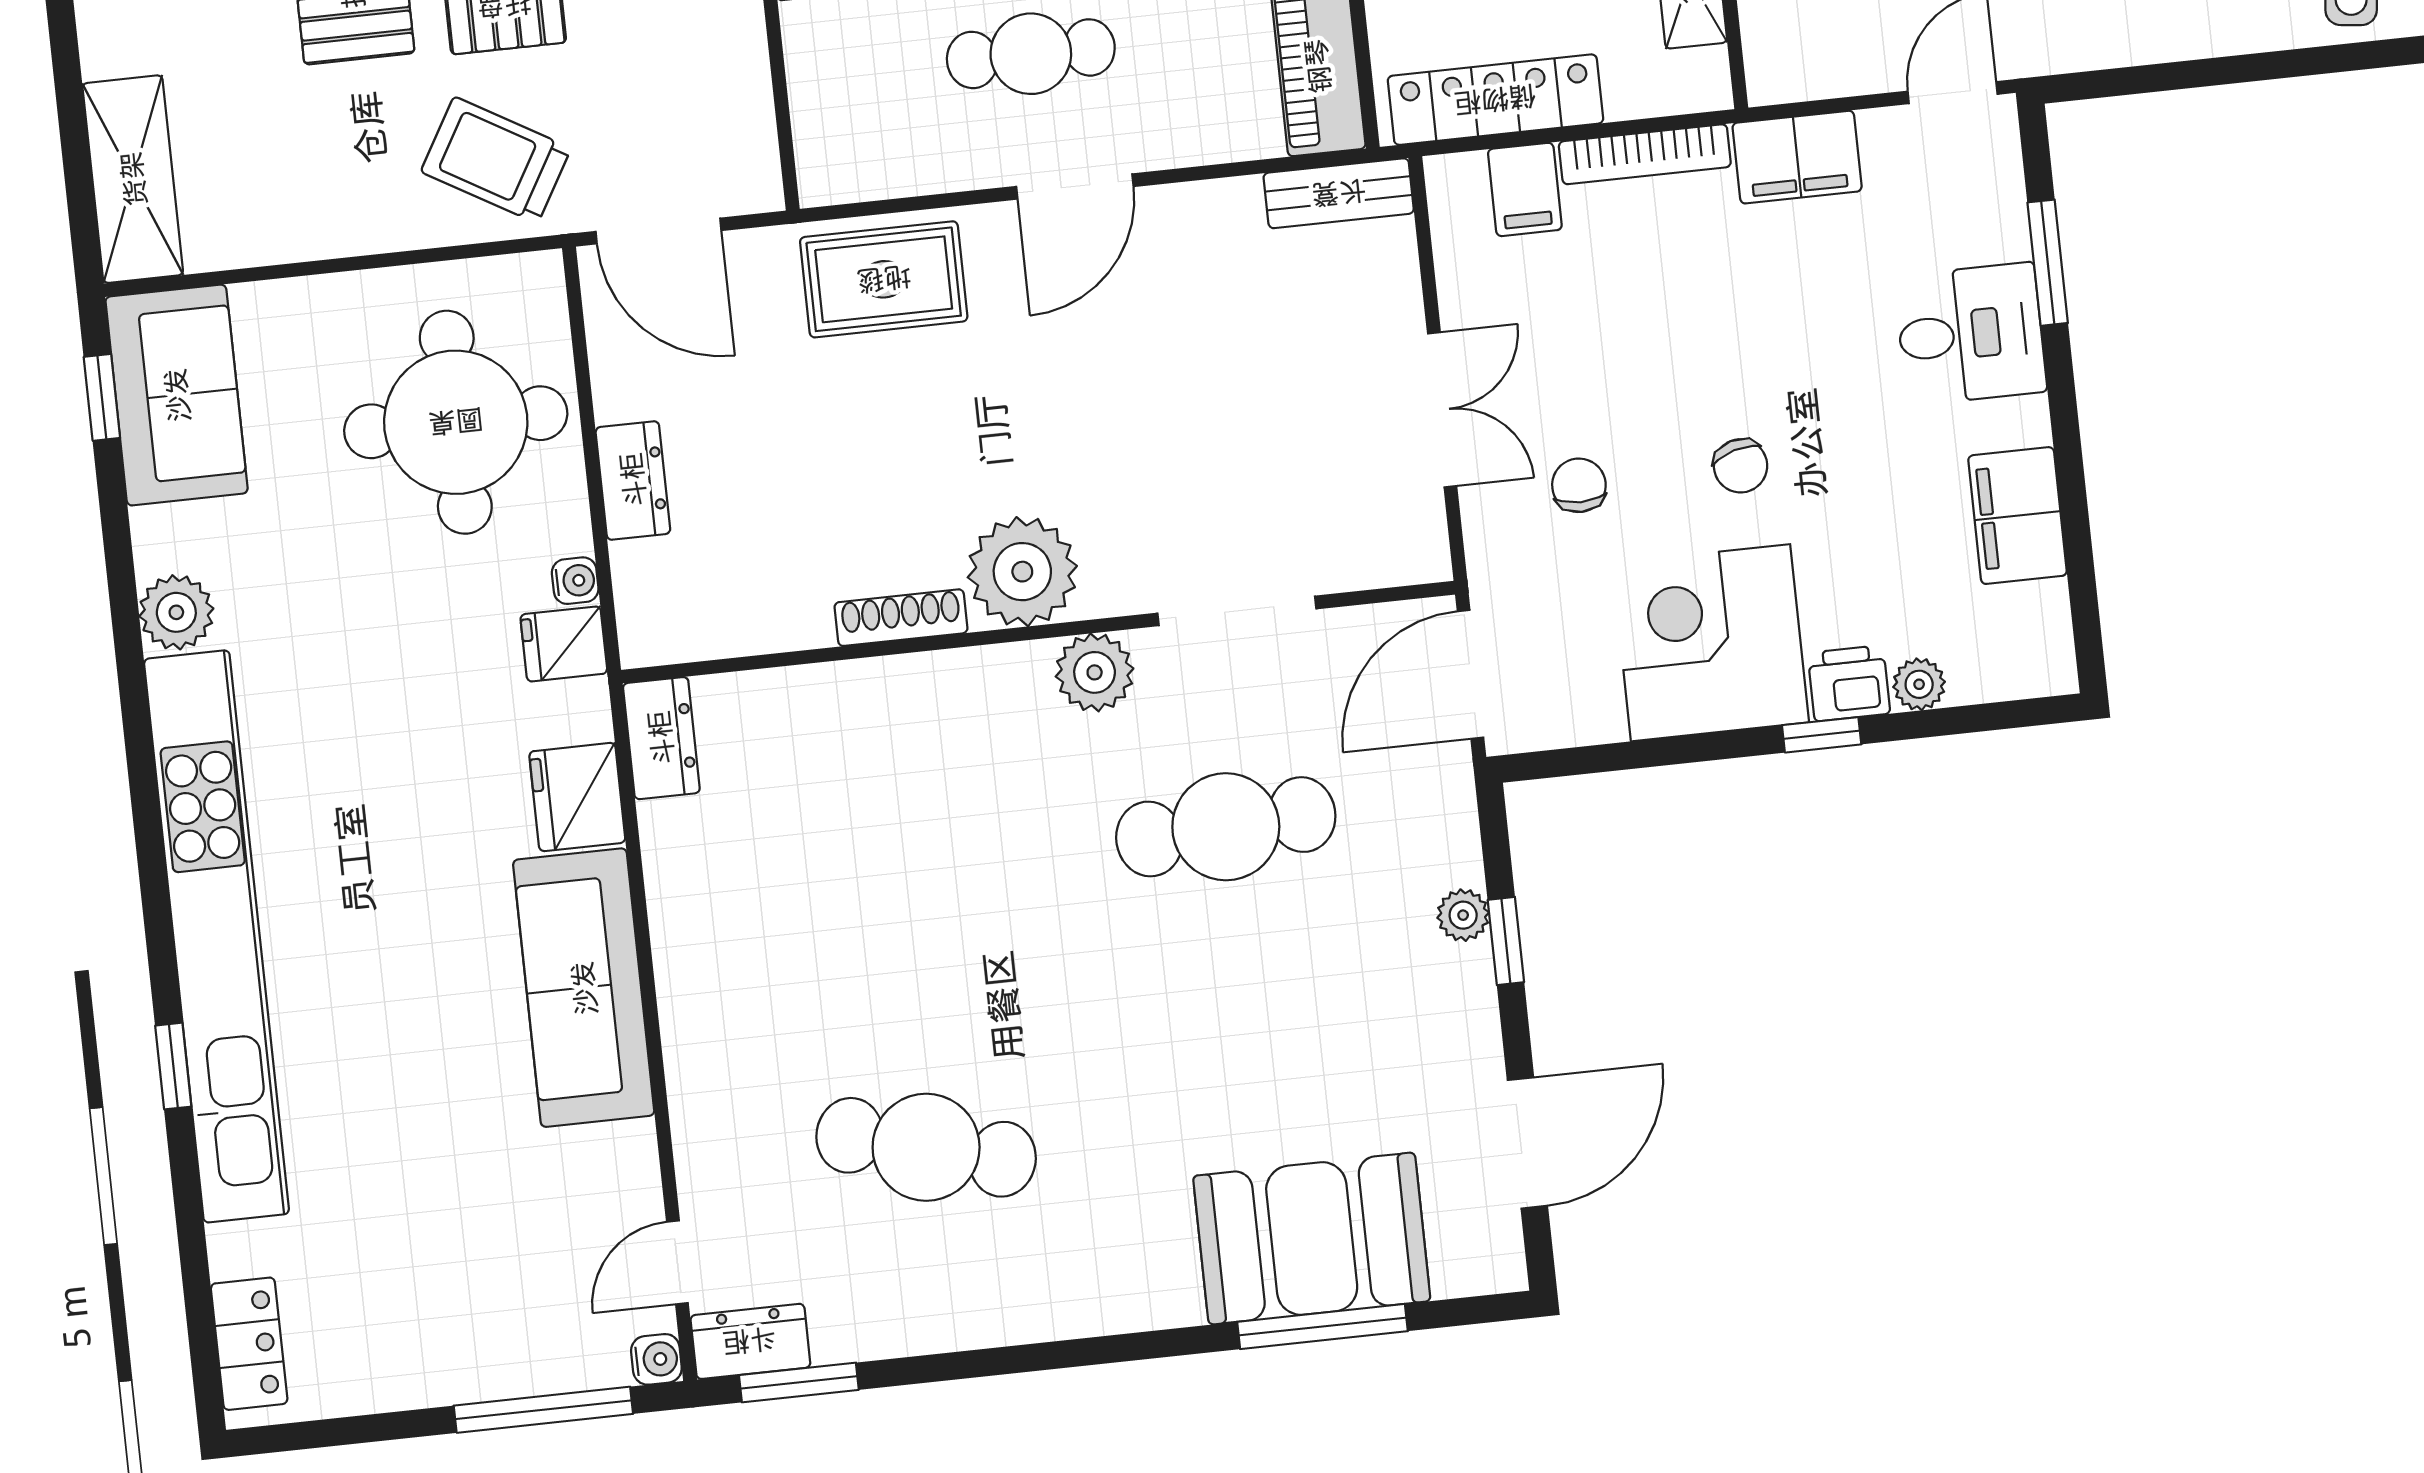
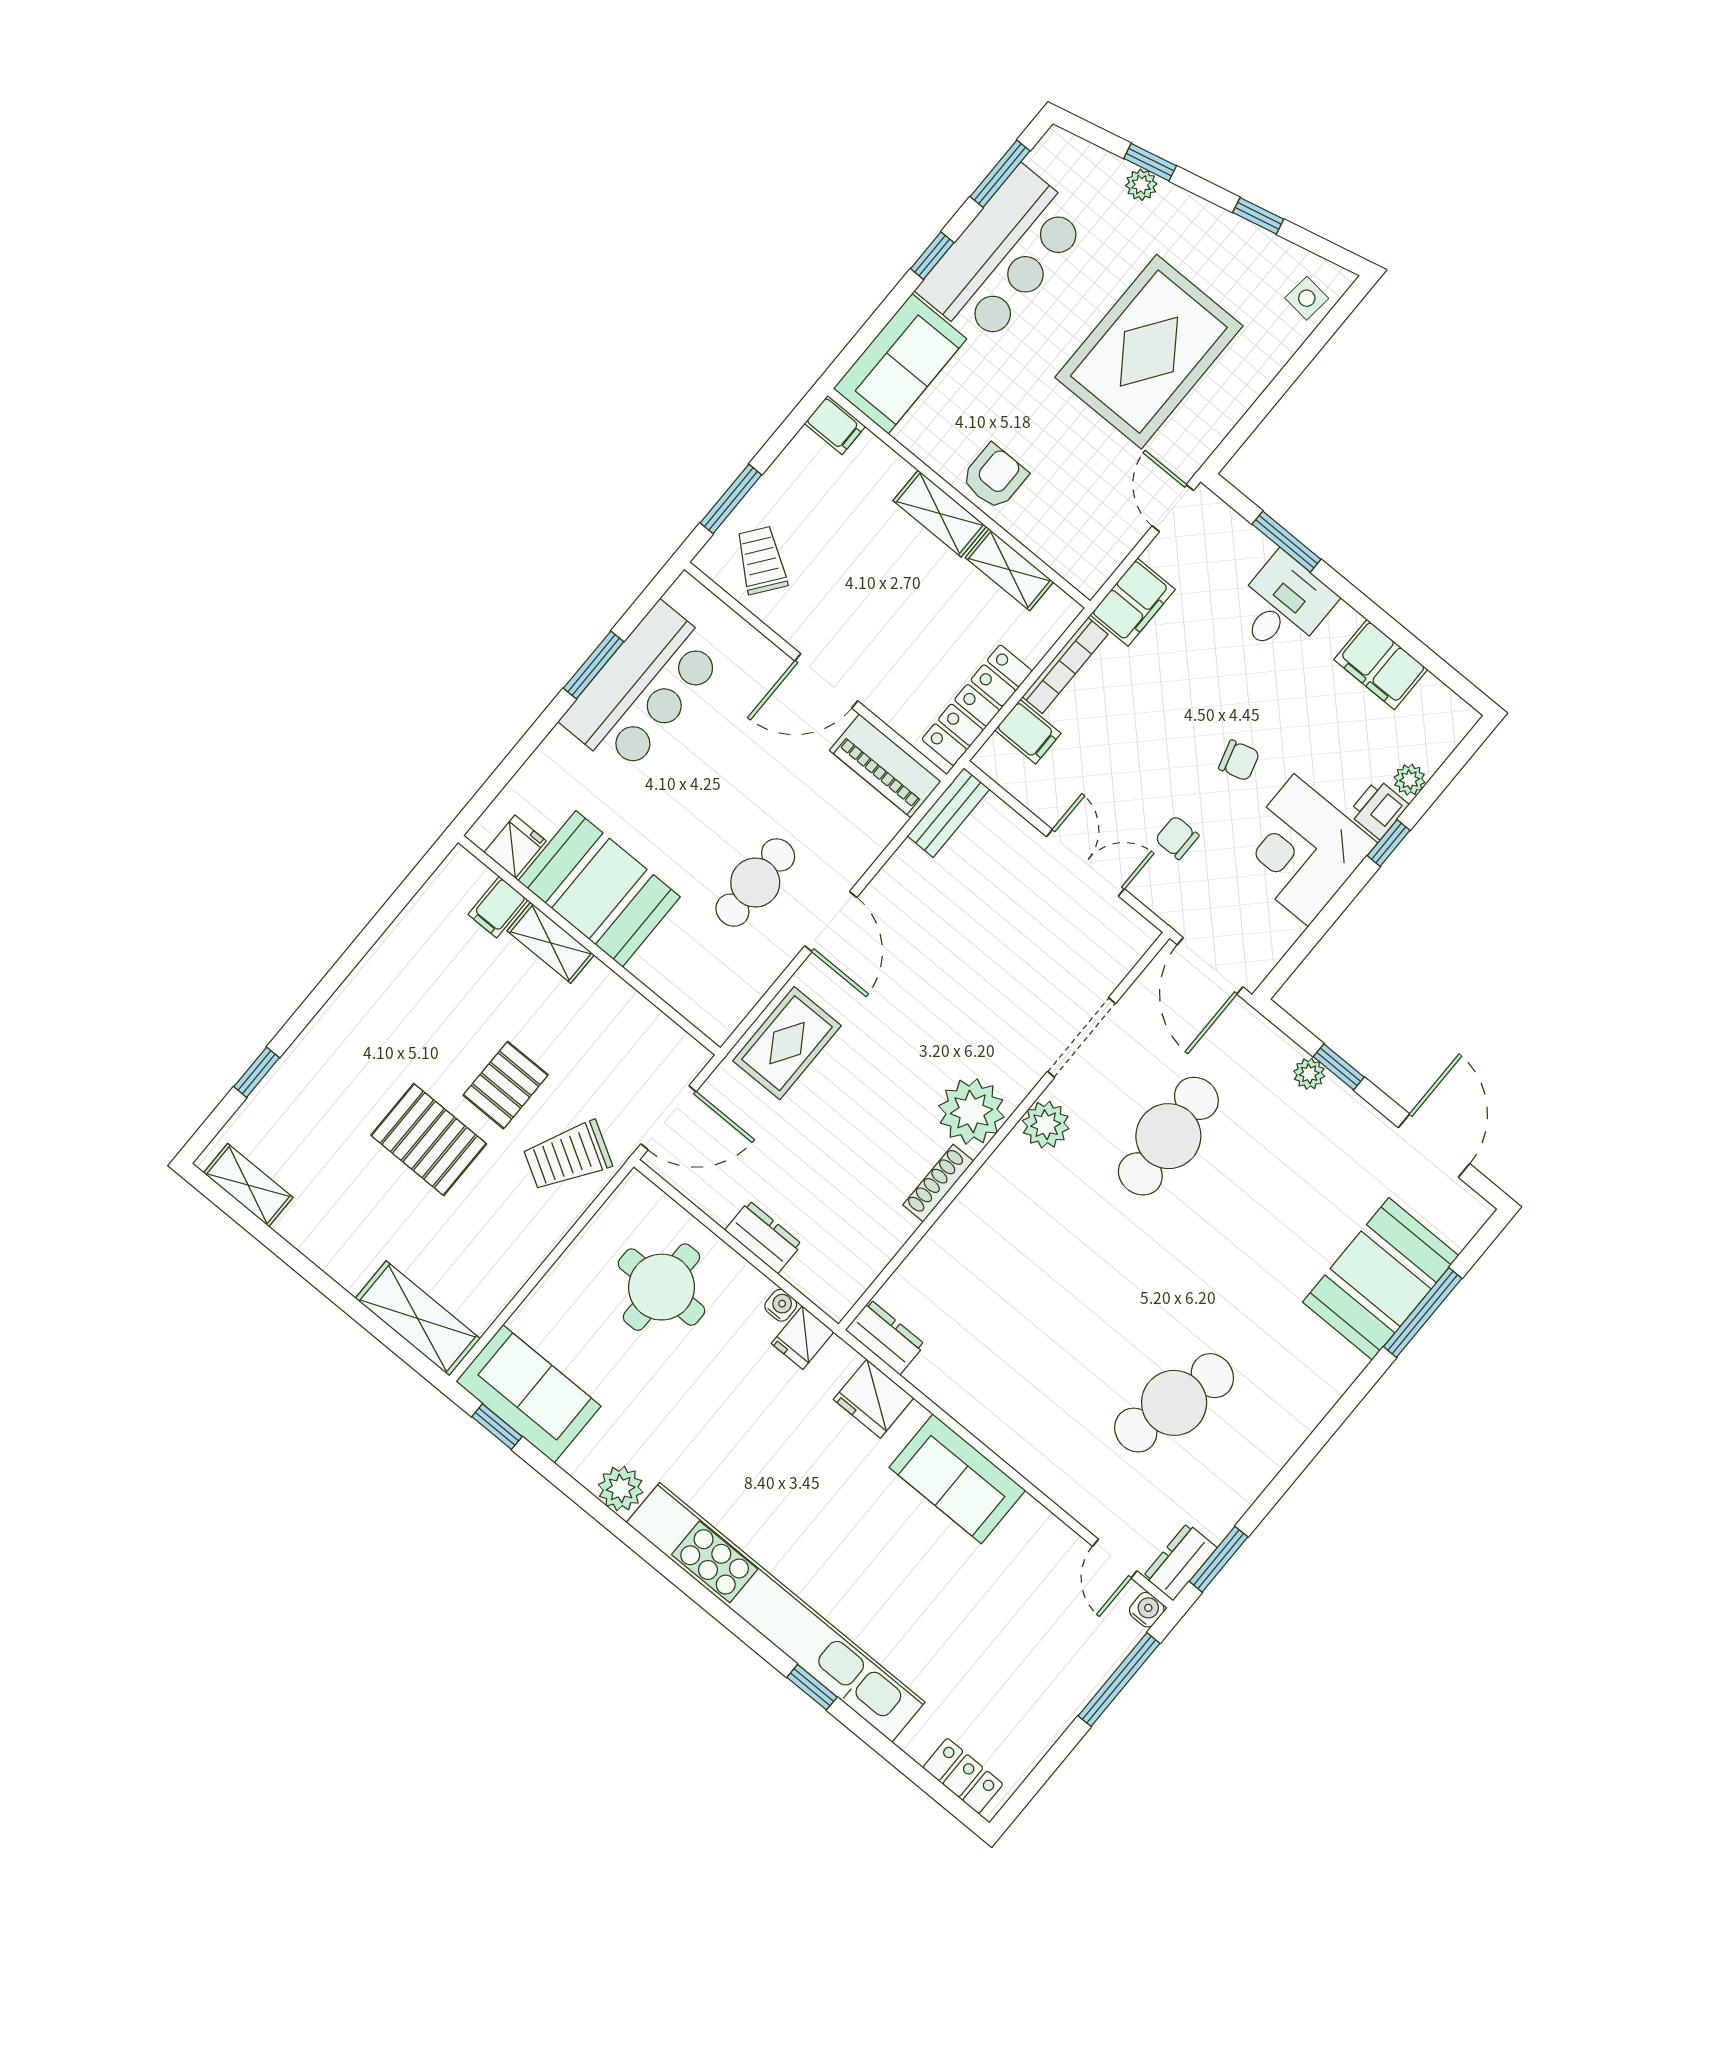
round table: (456, 422) -> (661, 1287), width x0.73, depth x0.73
sofa: (584, 988) -> (957, 1479), width x0.73

